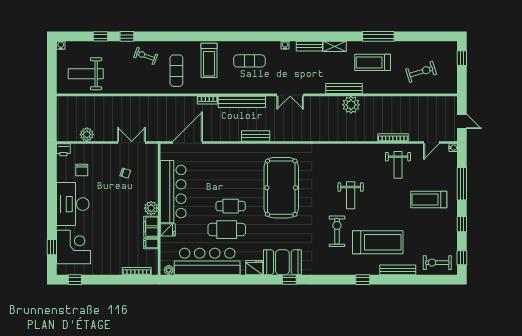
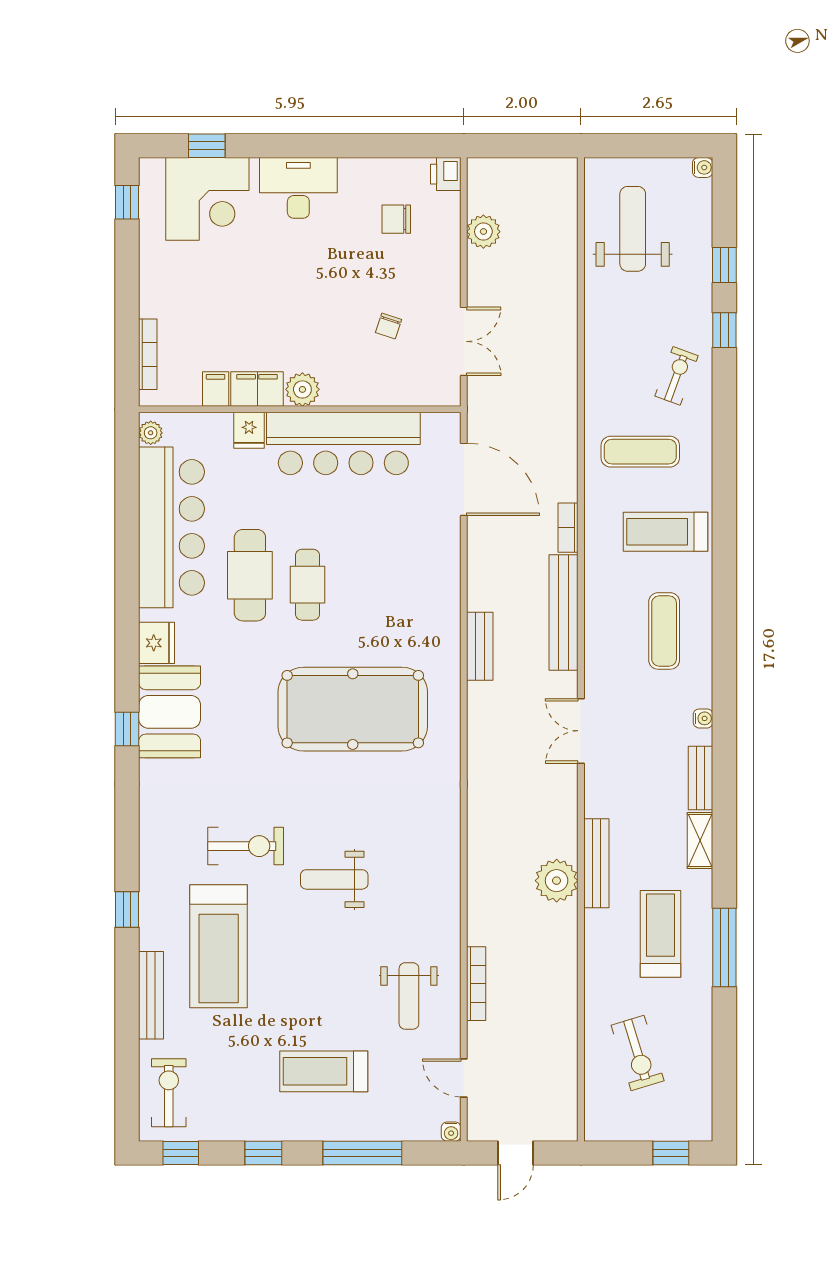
weight bench: (398, 165) -> (409, 996), turned -90
treadmill: (429, 199) -> (324, 1071), turned -90
desk: (73, 204) -> (298, 188), width x0.73, depth x0.77

